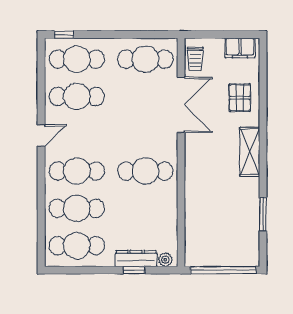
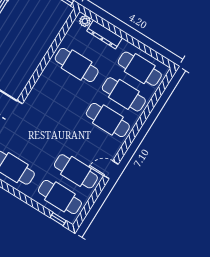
door: (41, 135) -> (111, 170), moved
cafe table: (145, 171) -> (77, 65), moved
window: (134, 270) -> (111, 27), removed

